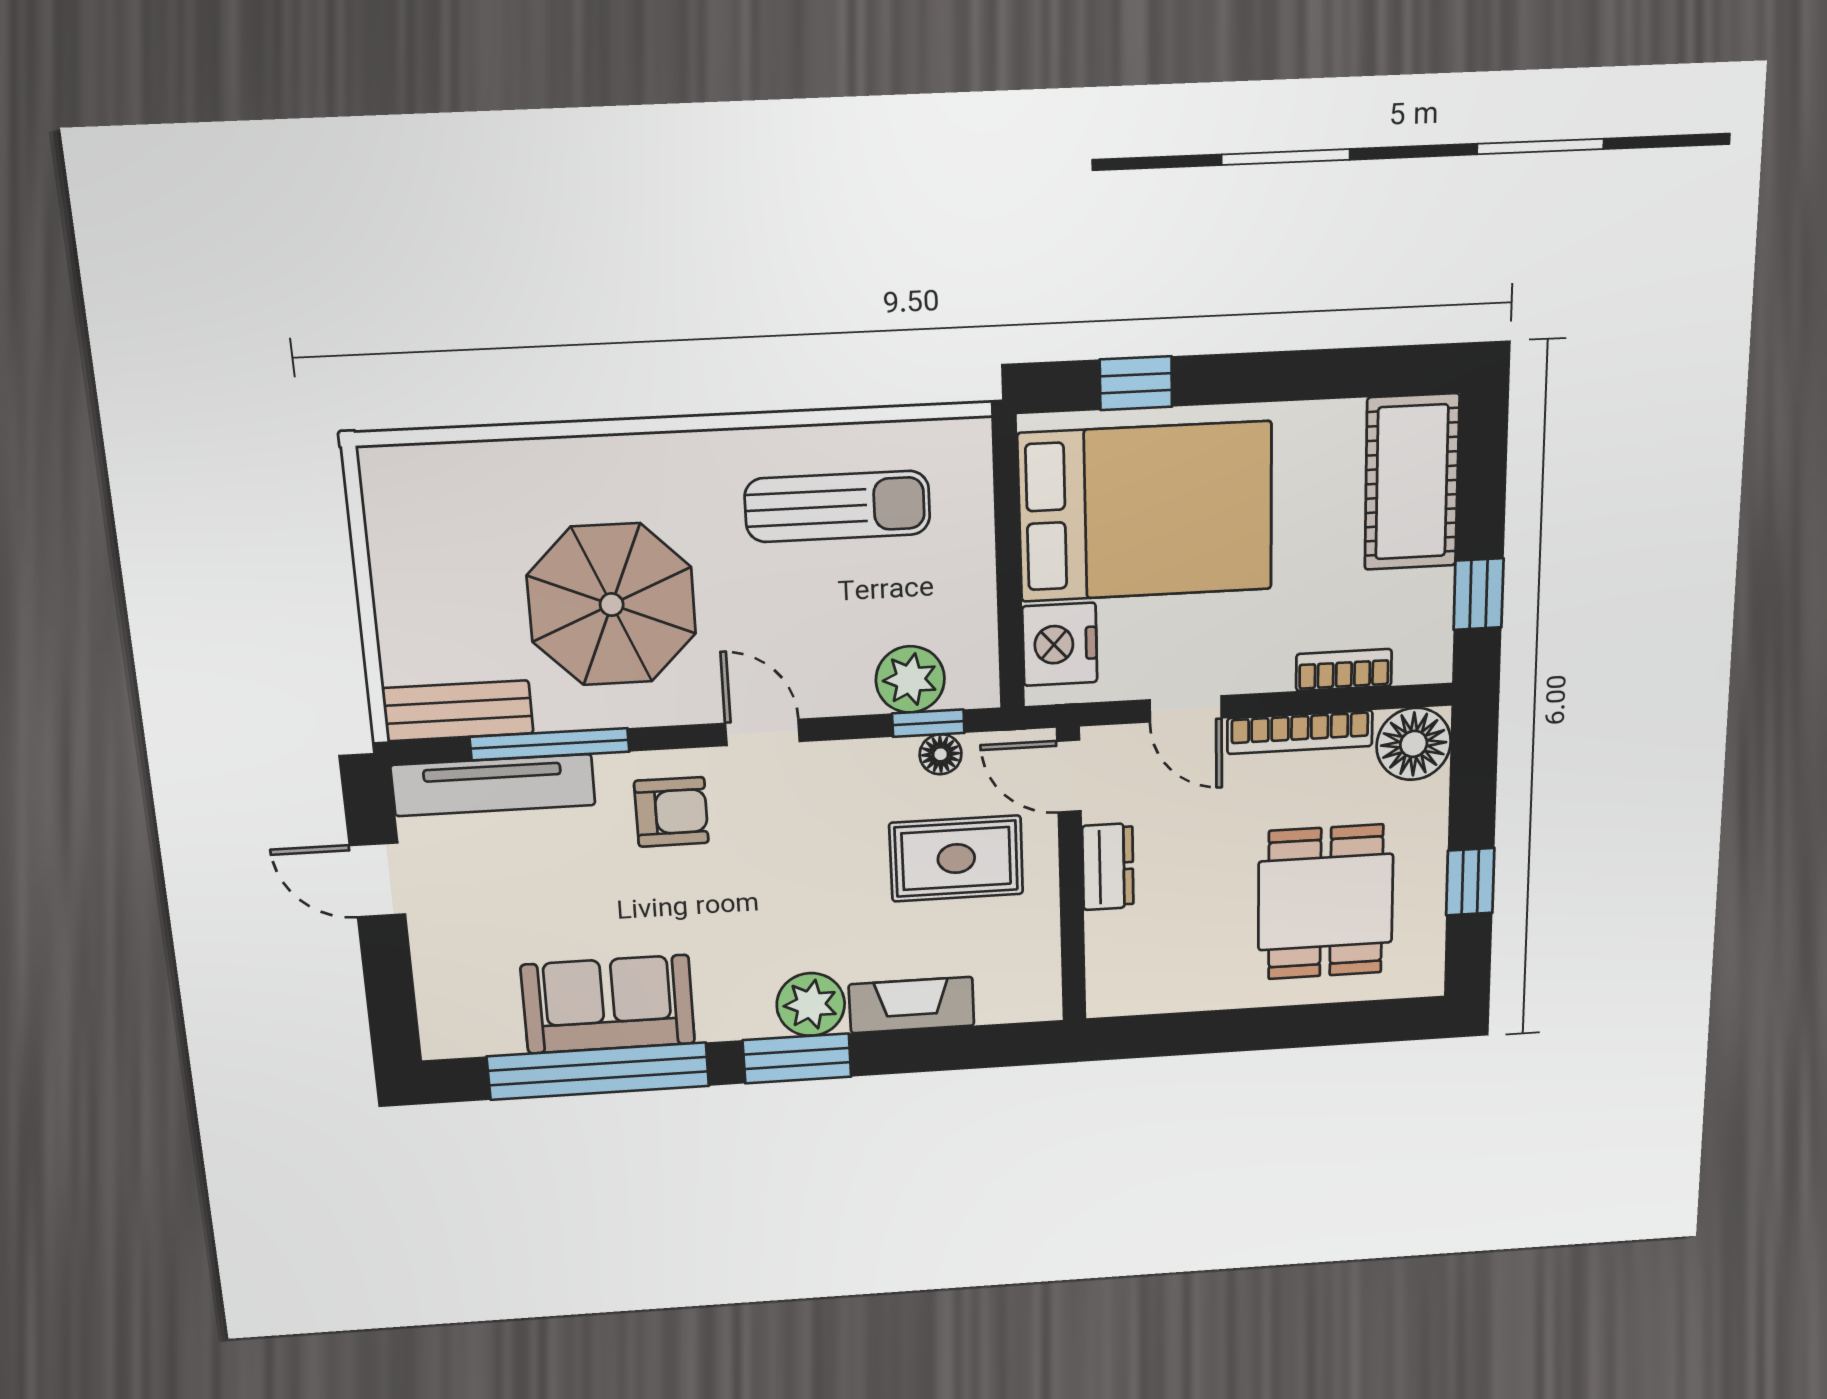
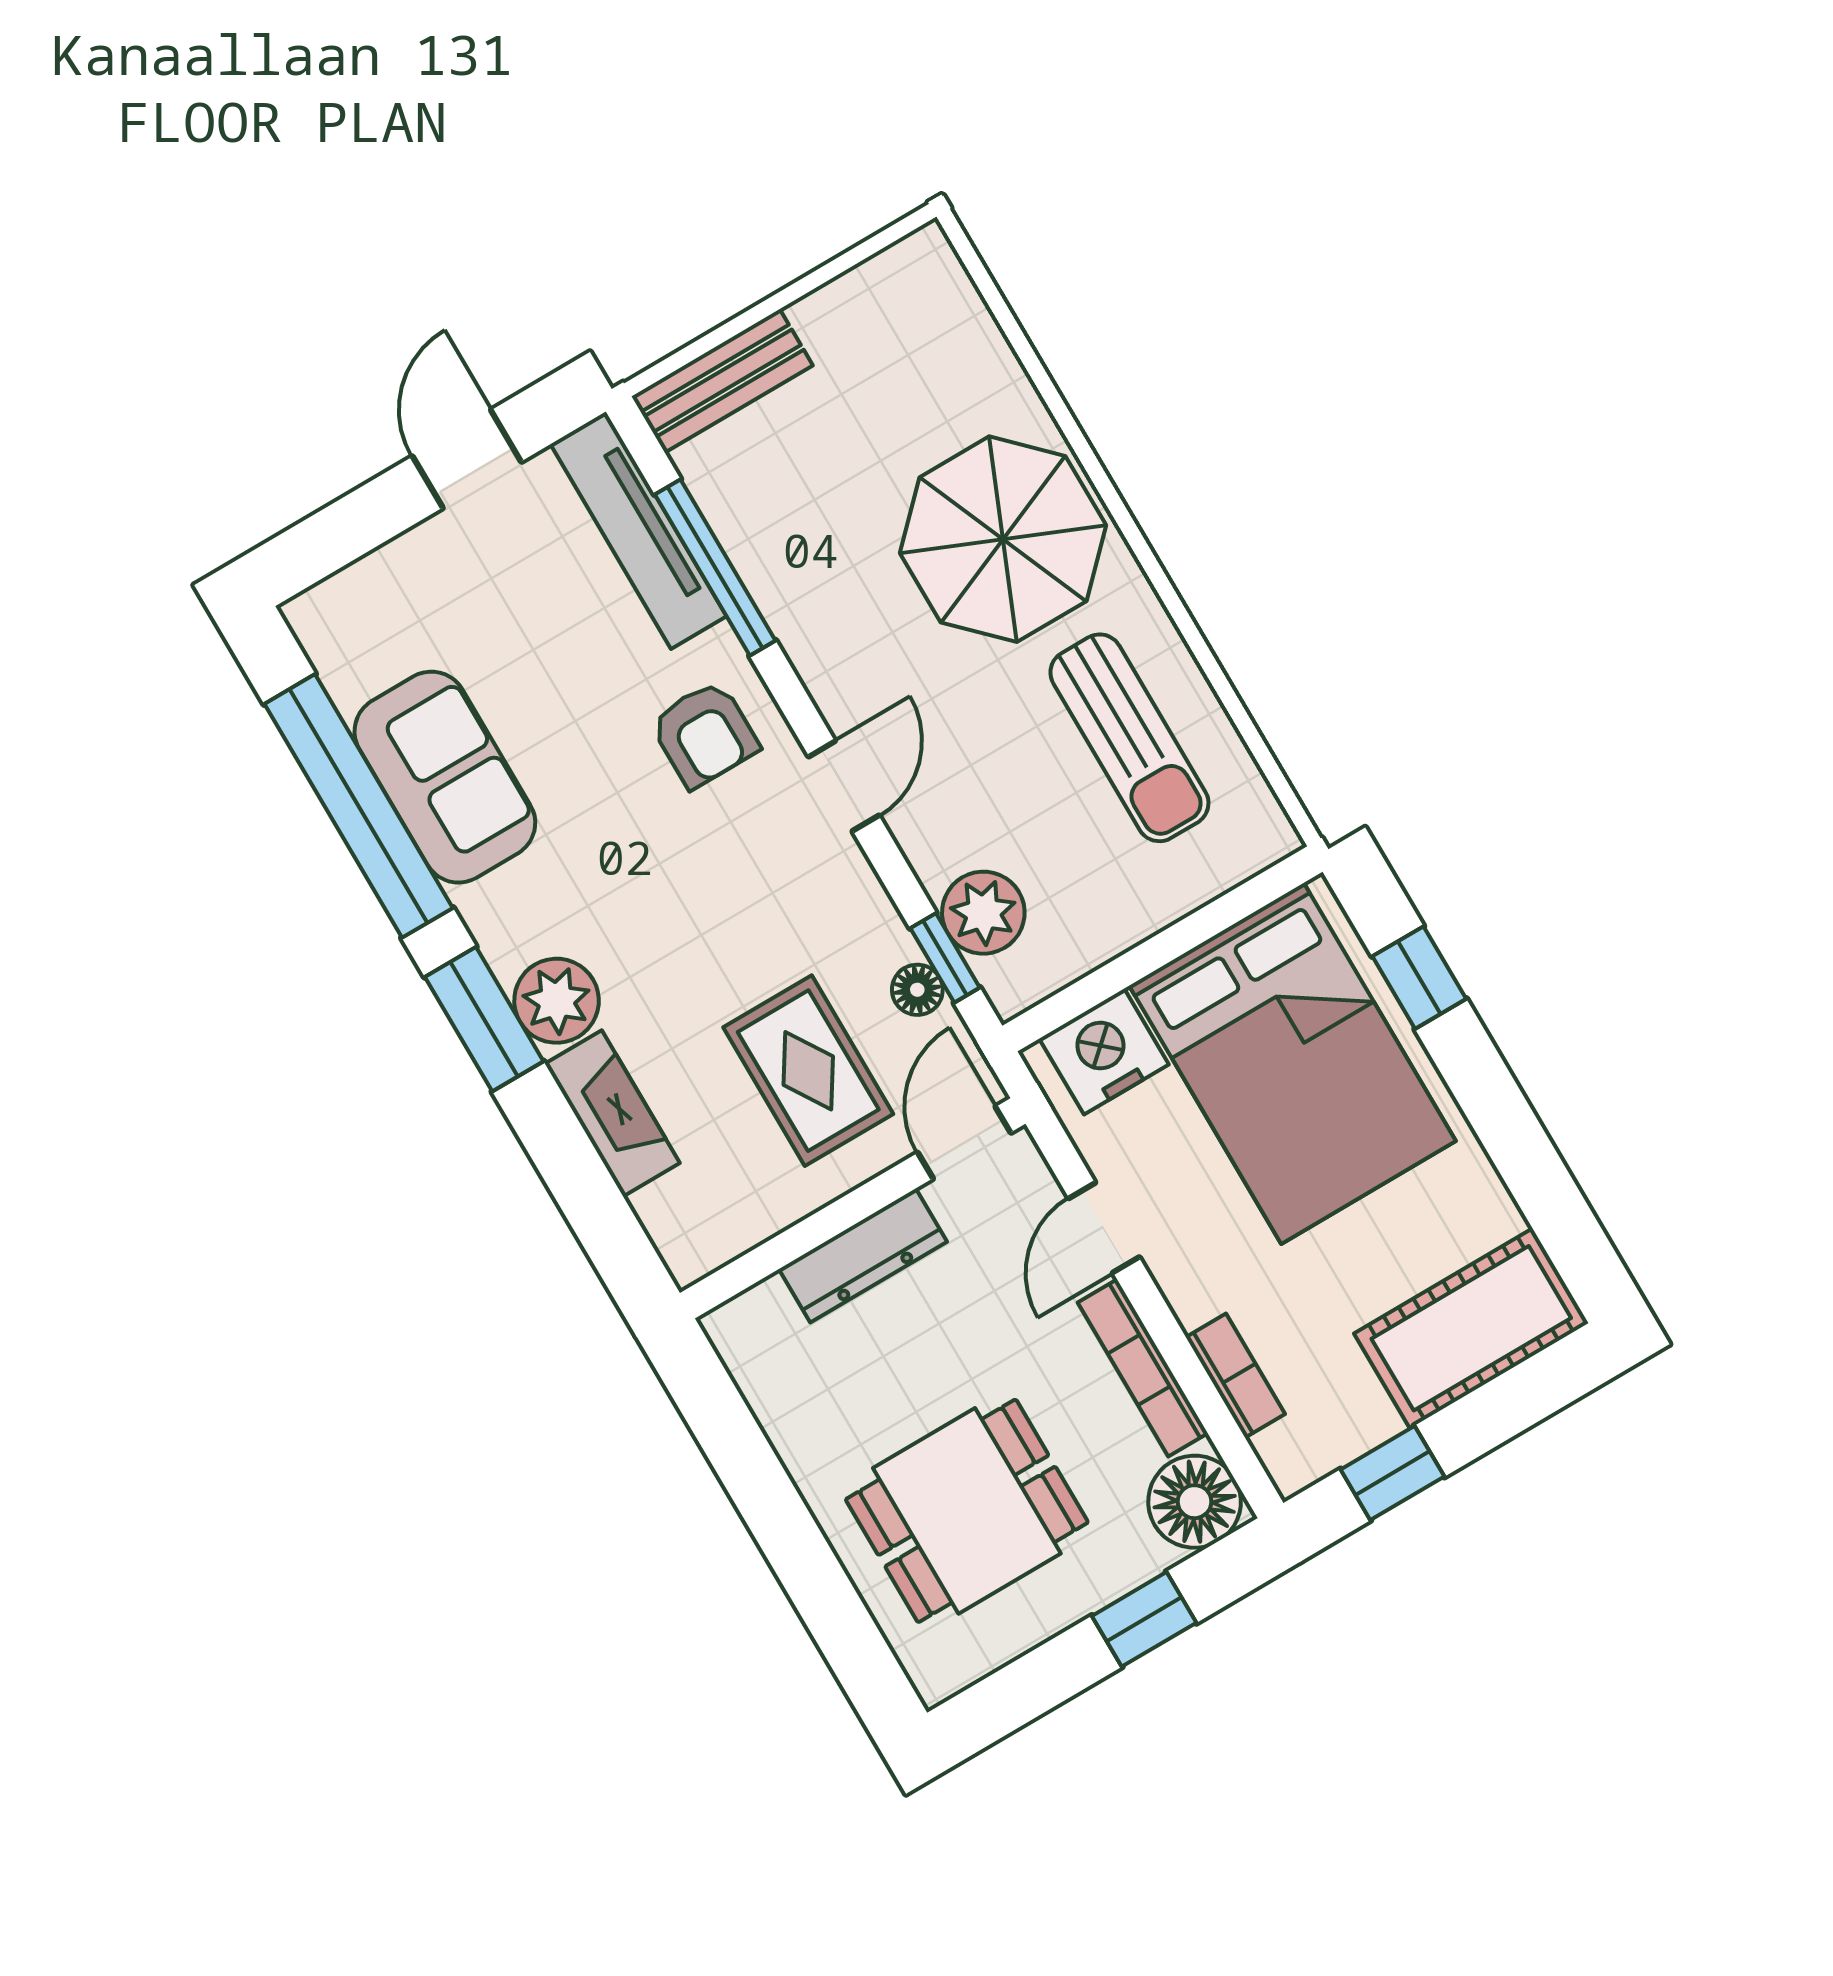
parasol: (612, 605) -> (1003, 539), moved
bench: (458, 711) -> (722, 381), moved, turned 90
dresser: (1108, 867) -> (863, 1255), width x1.44
window: (1470, 882) -> (1144, 1619), moved

